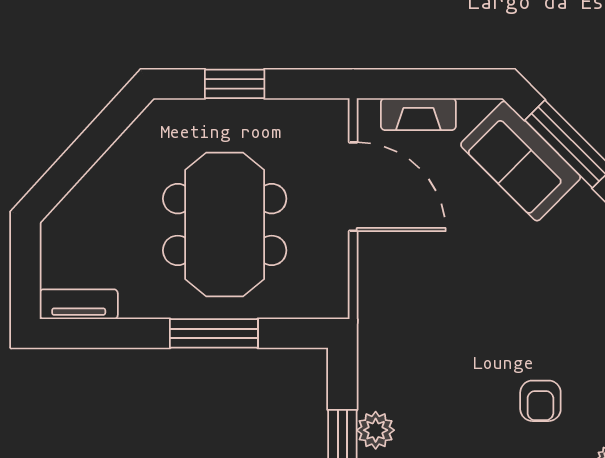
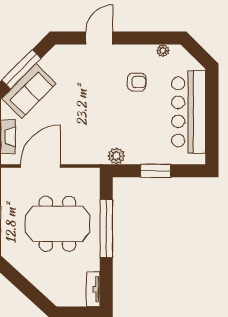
window: (214, 333) -> (106, 229), width x1.46
plant: (376, 430) -> (116, 156), moved

